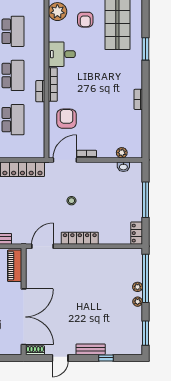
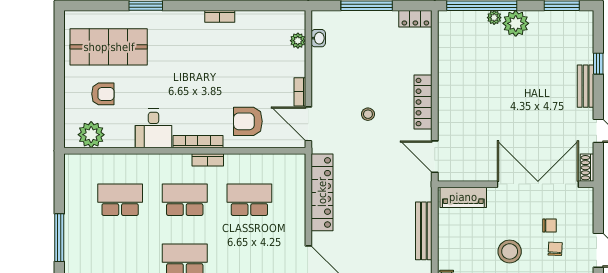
plant: (138, 302) -> (516, 23), width x1.88, depth x1.88

